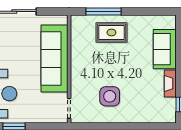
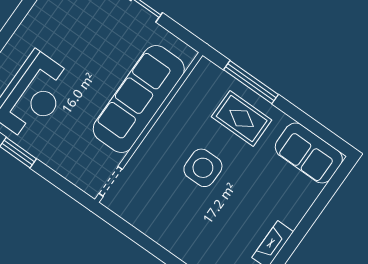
sofa: (165, 49) -> (309, 153), moved, turned -90
side table: (110, 96) -> (203, 168), moved

